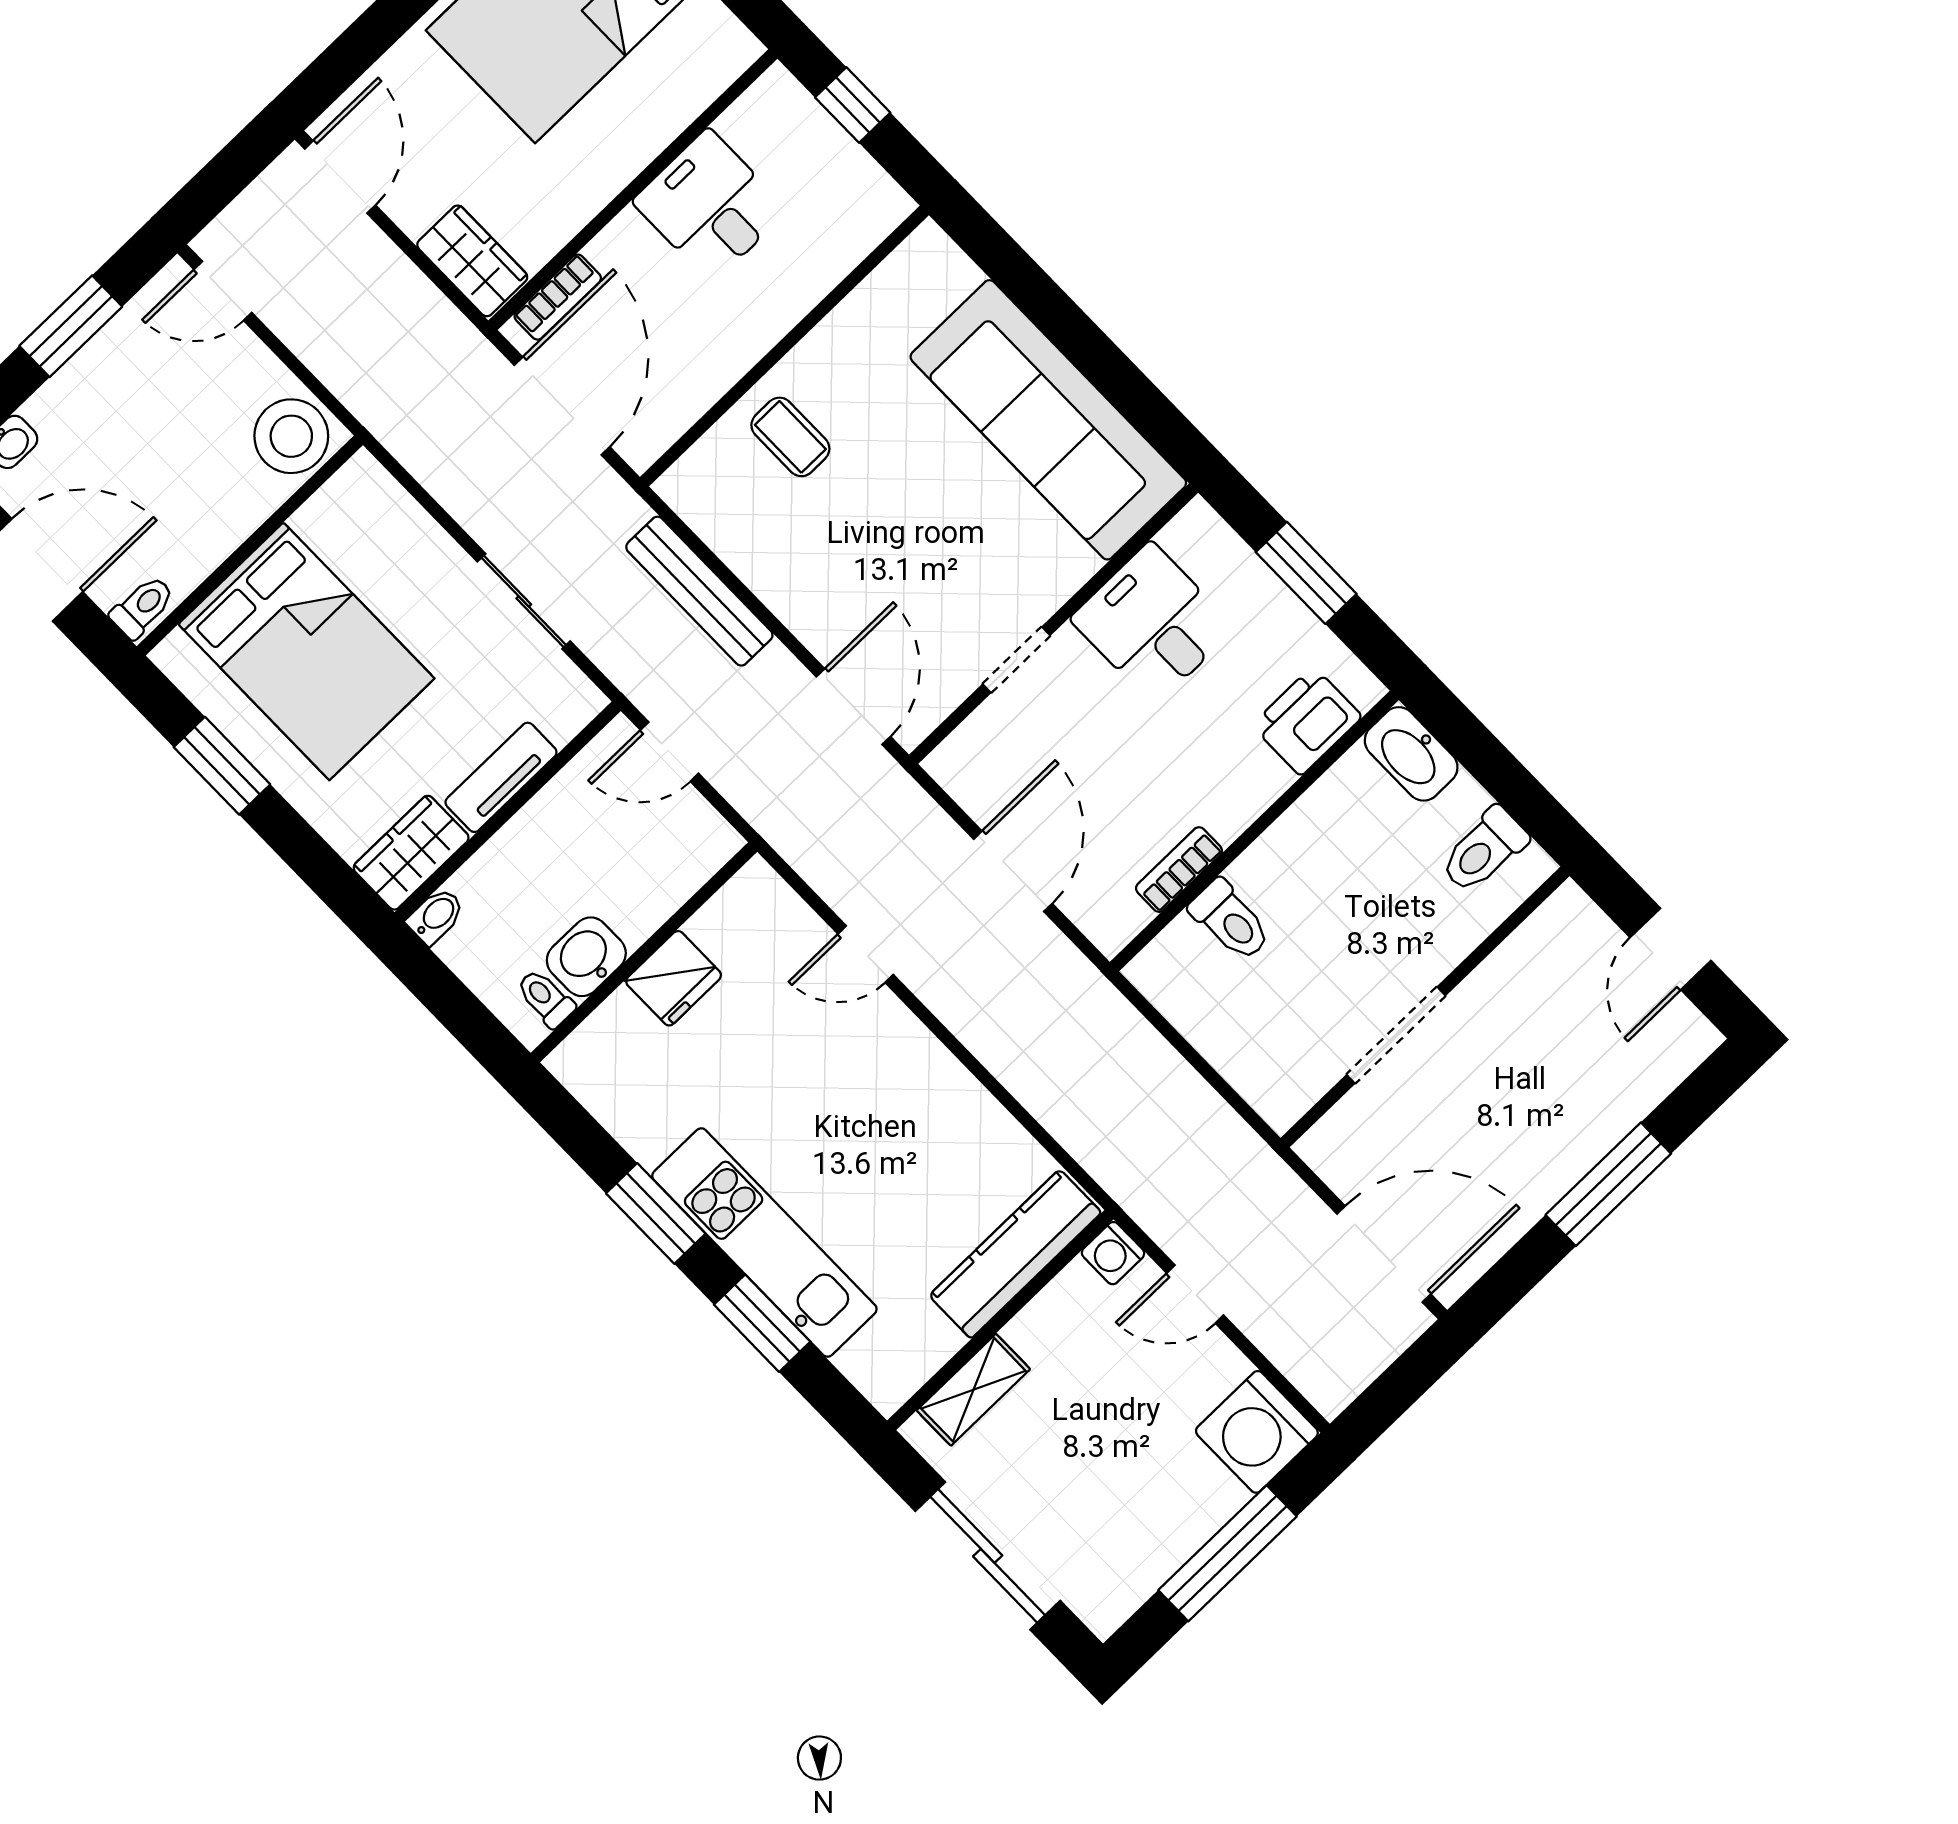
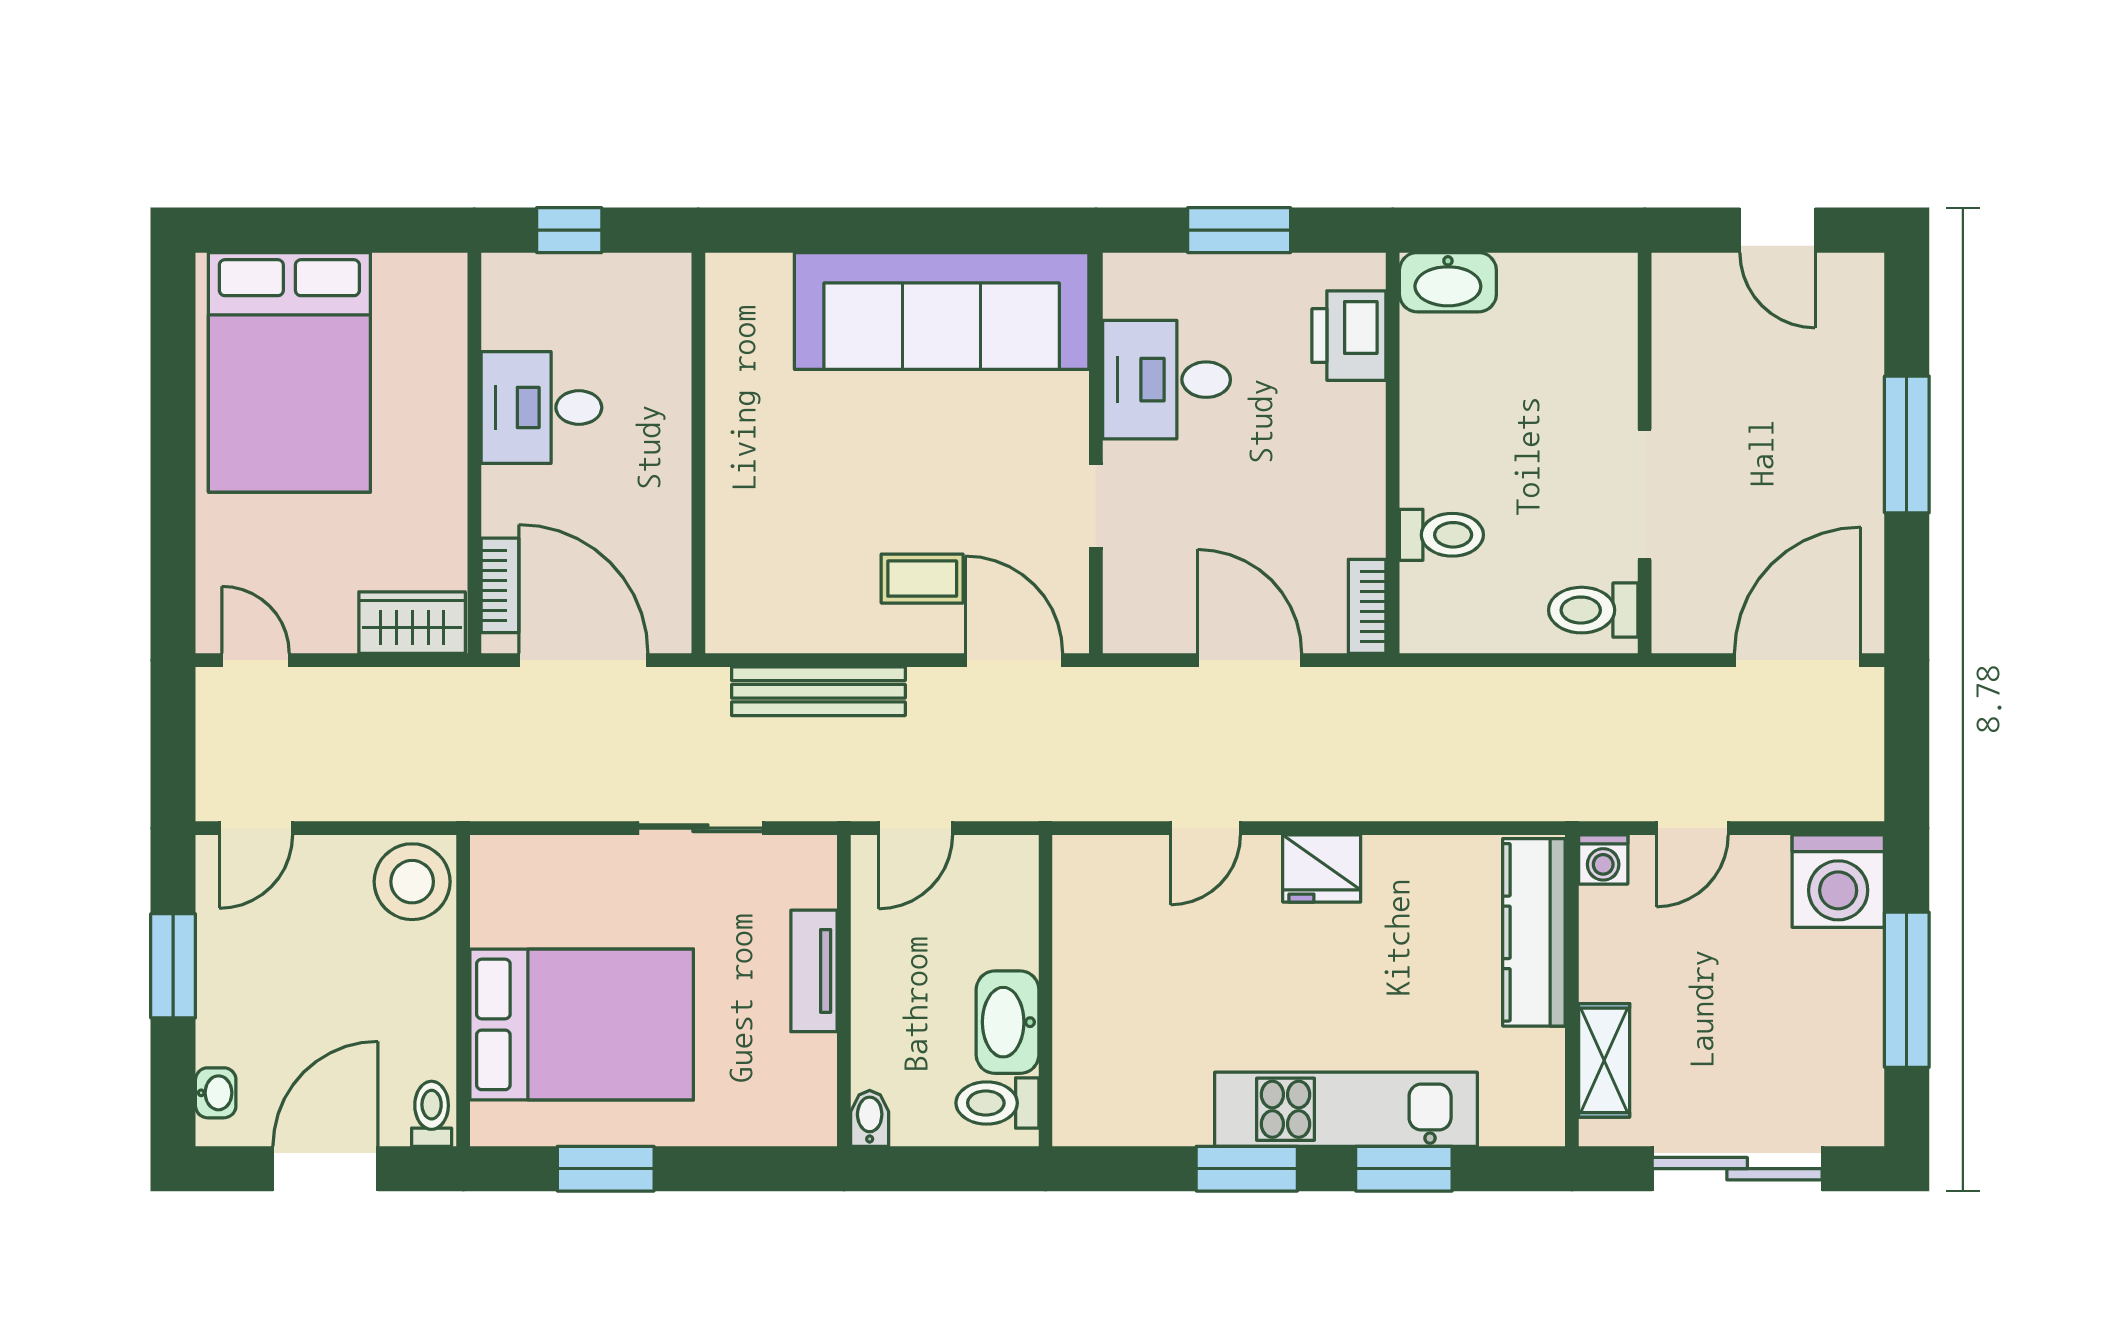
door: (340, 177) -> (256, 660), width x0.73
coffee table: (790, 437) -> (922, 579), moved
toilet: (1484, 850) -> (1593, 610), moved, turned 90
wardrobe: (411, 853) -> (805, 1091), removed
bookcase: (1179, 870) -> (1367, 606), moved
washbasin: (586, 957) -> (1008, 1022), width x1.38
fridge: (674, 978) -> (1322, 868), moved, turned 90
toilet: (545, 998) -> (997, 1103), width x1.37, depth x1.39

